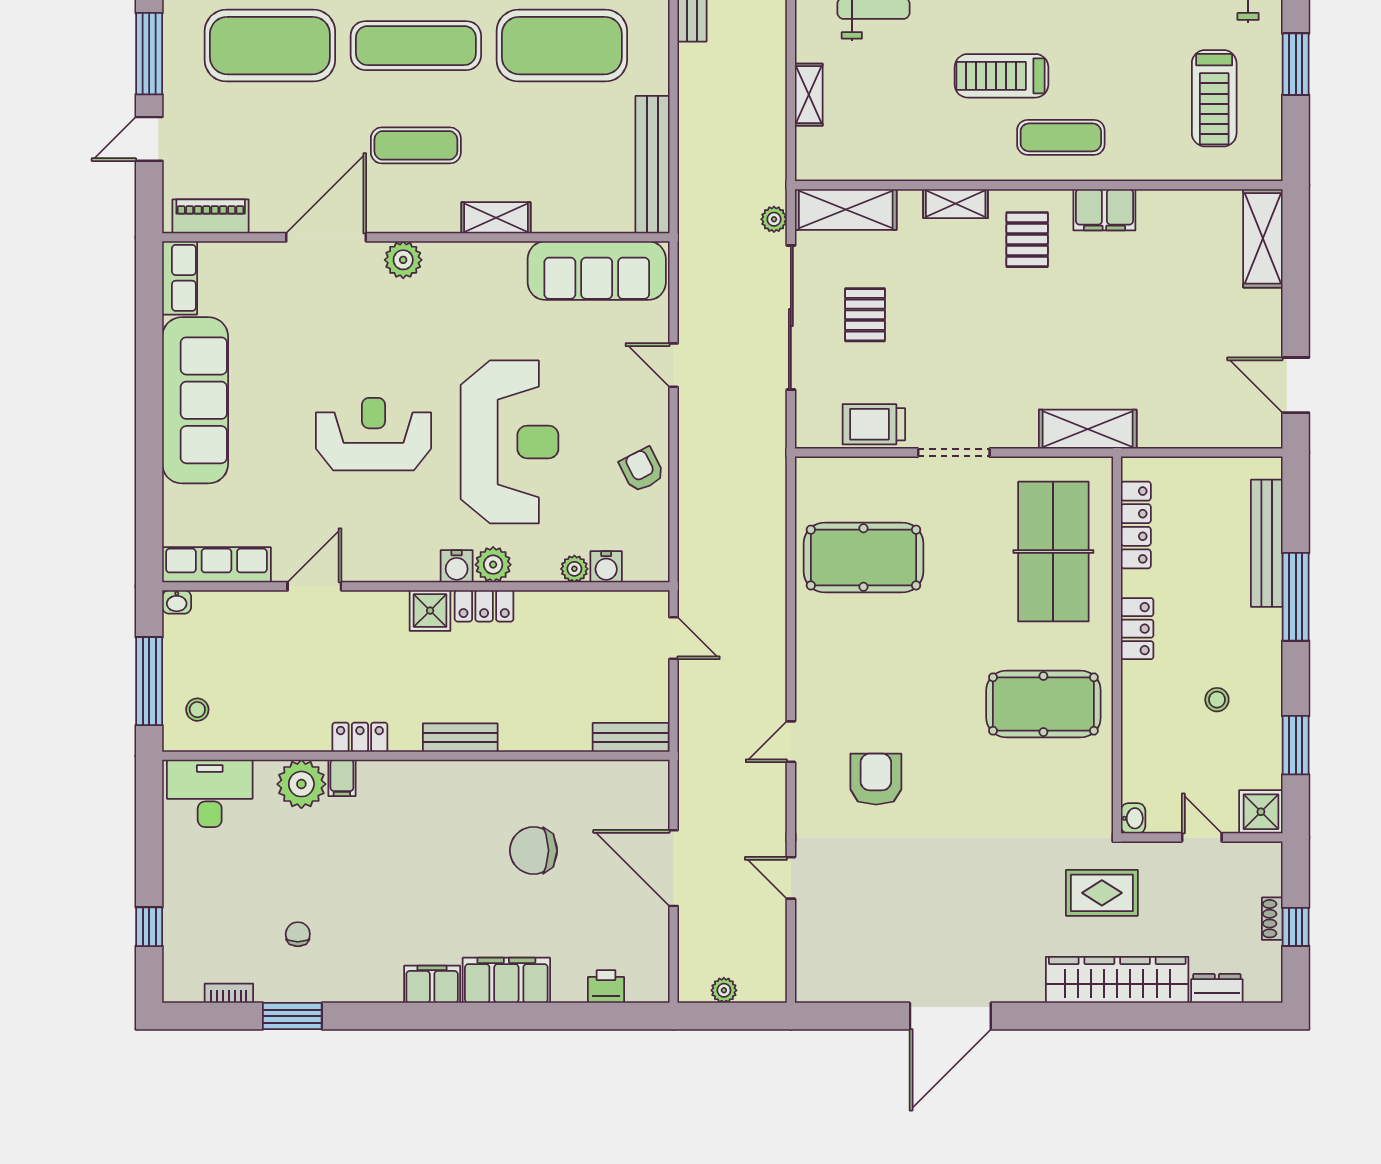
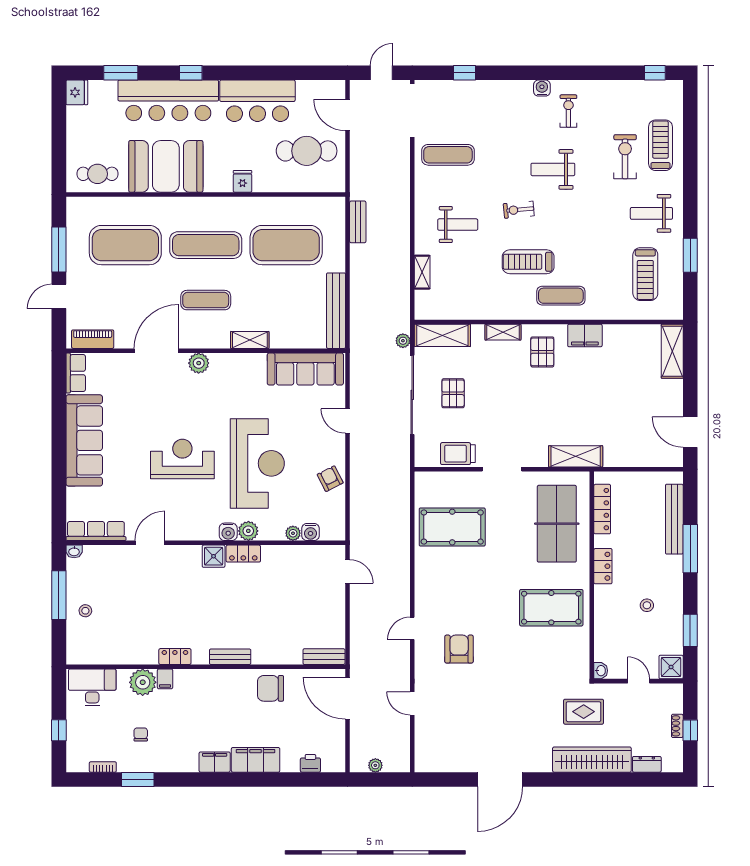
locker: (360, 737) -> (175, 657), moved
bench: (631, 737) -> (324, 657), moved
bench: (460, 738) -> (230, 657), moved
wall: (416, 756) -> (206, 667), moved
filing cabinet: (342, 778) -> (165, 679), moved
plant: (301, 784) -> (143, 682), moved
desk: (210, 793) -> (92, 687), moved

